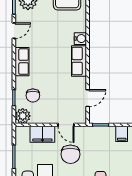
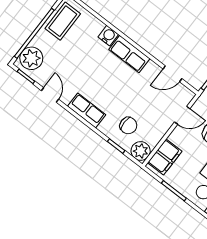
door: (88, 98) -> (172, 74), swing flipped
filing cabinet: (42, 134) -> (165, 157), moved

